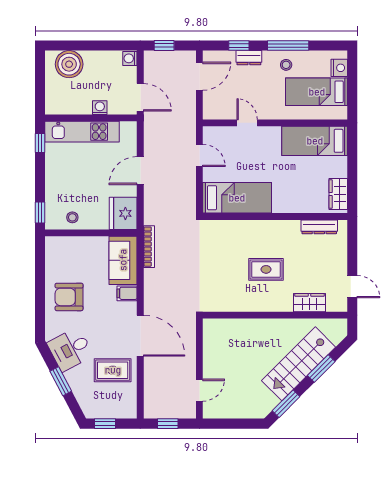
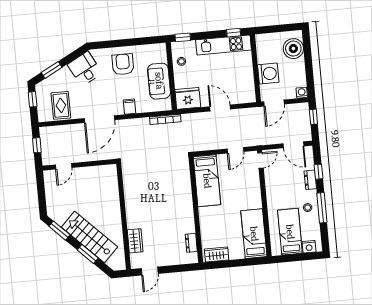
washing machine: (100, 108) -> (268, 74), width x1.89, depth x1.89
door: (247, 123) -> (260, 160), moved
kitchen unit: (82, 132) -> (224, 45), moved, turned -90
dresser: (319, 227) -> (191, 243), width x0.70
sofa: (123, 260) -> (159, 81), moved, turned -90
rug: (266, 269) -> (156, 207), removed
rug: (113, 370) -> (61, 105), moved
window: (61, 381) -> (52, 70), moved
door: (199, 390) -> (64, 166), hinge flipped

